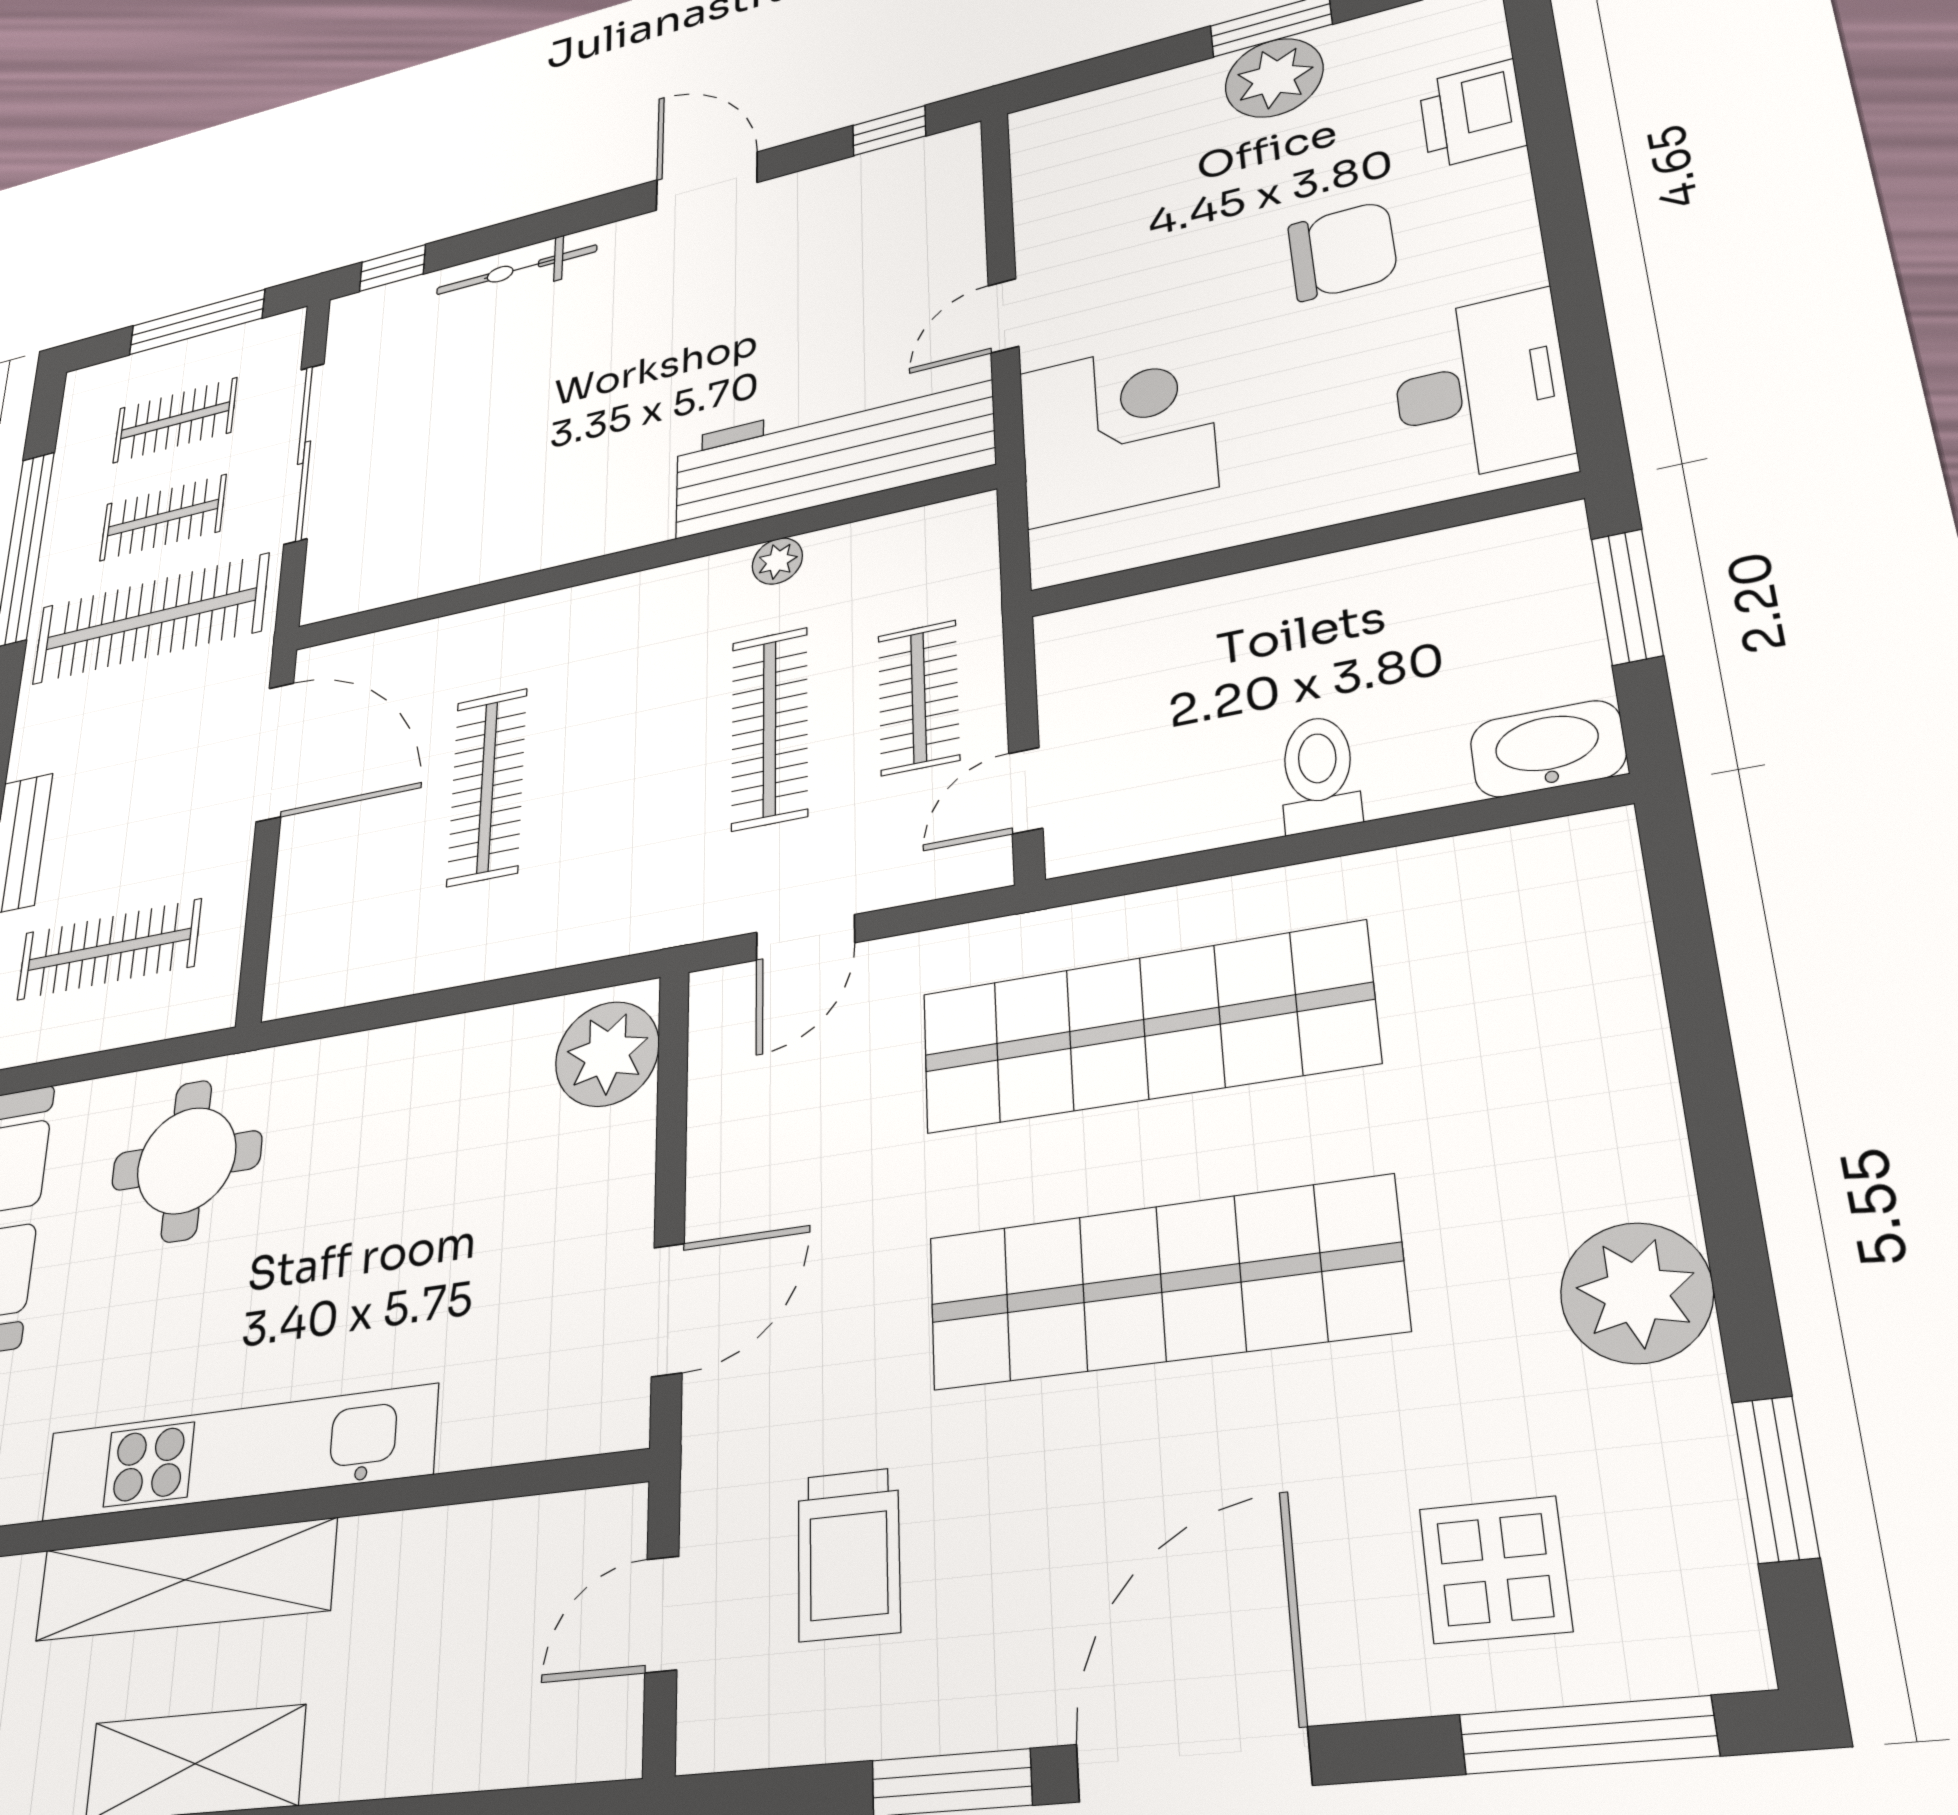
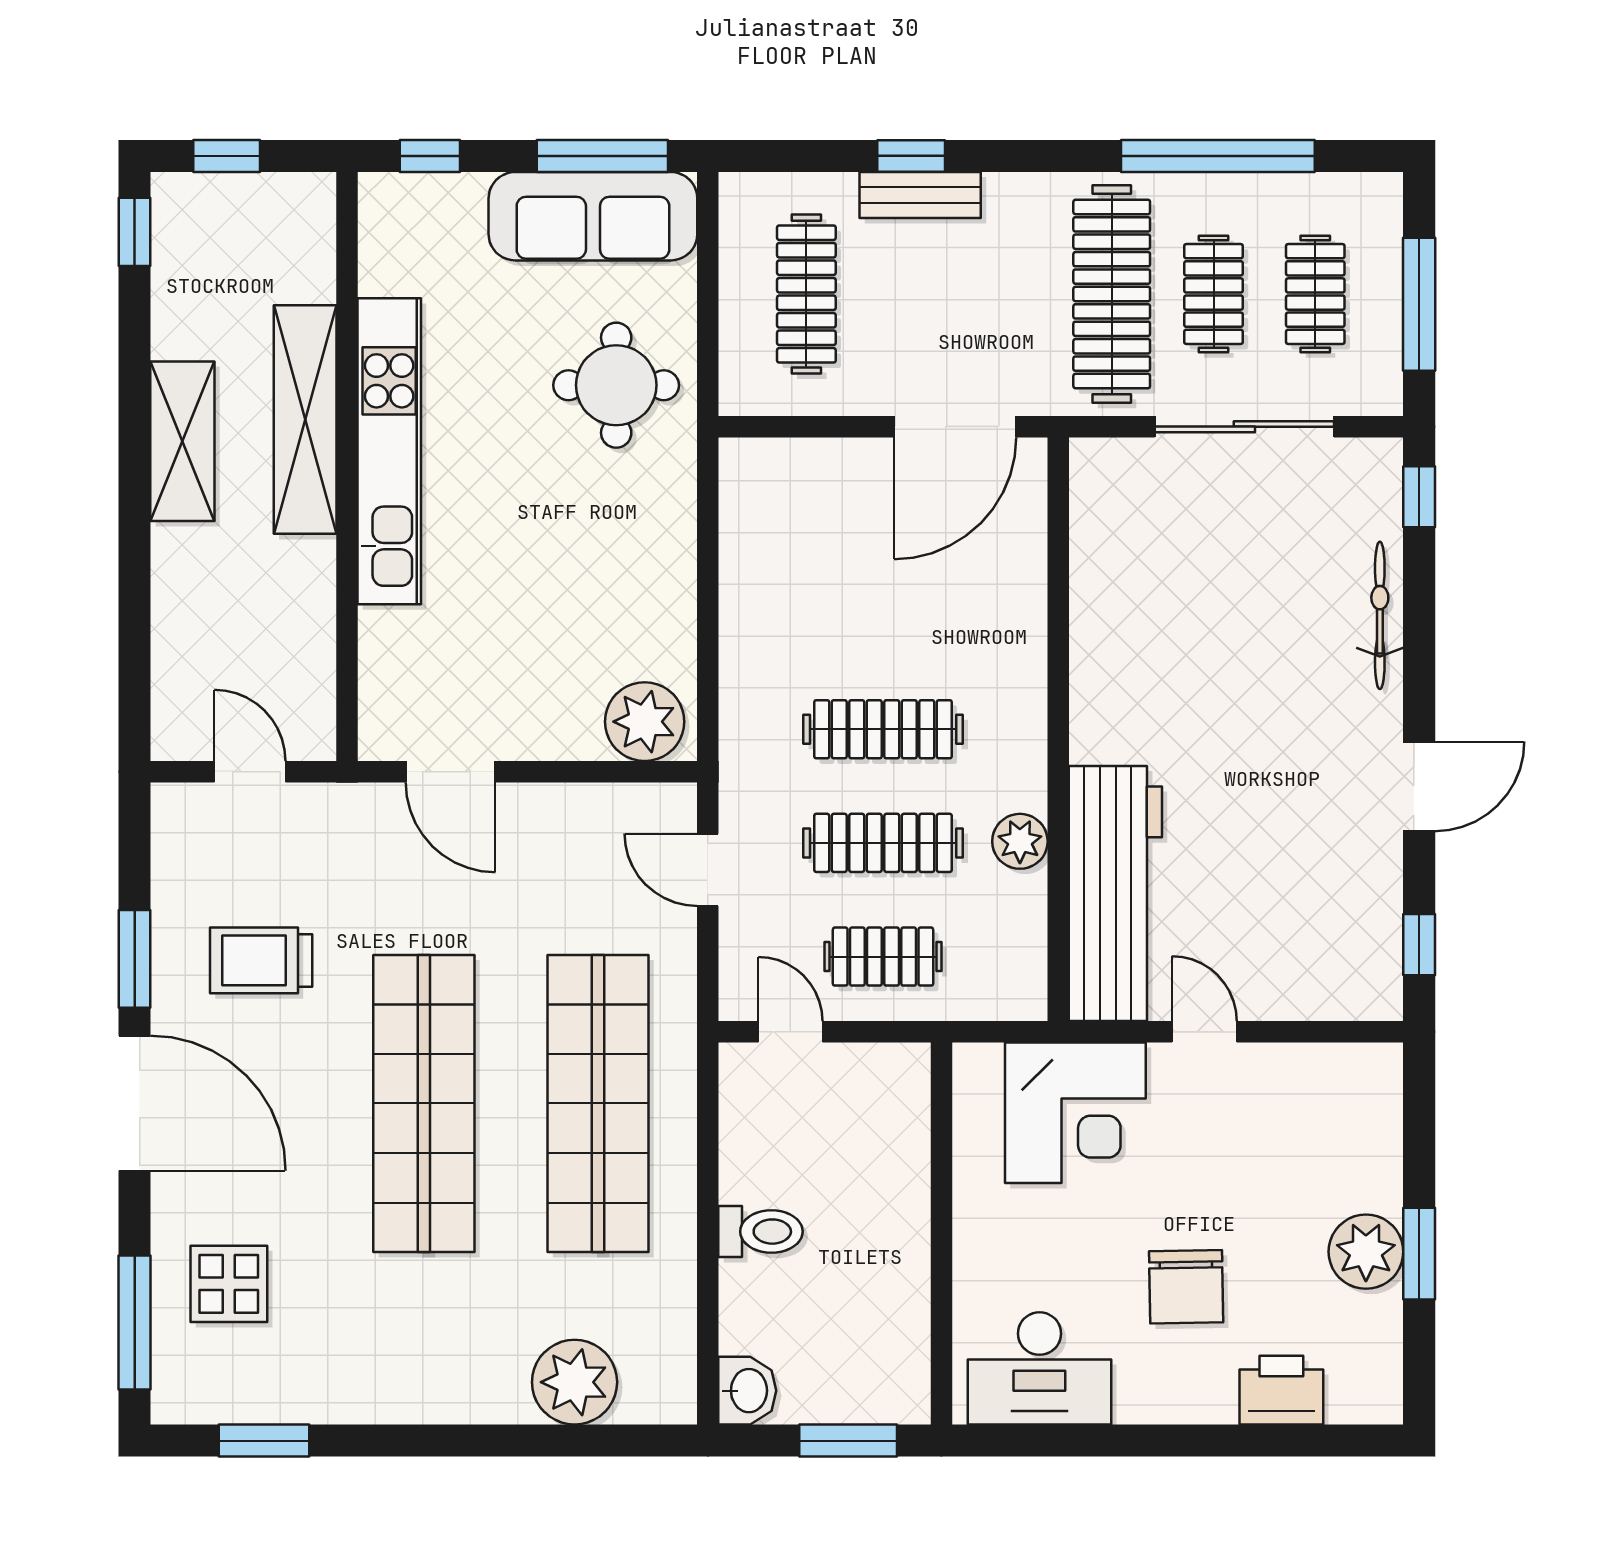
plant: (777, 561) -> (1020, 841), width x1.38, depth x1.38
washbasin: (1548, 749) -> (747, 1391), width x0.72
clothes rail: (487, 787) -> (883, 729), moved
plant: (1636, 1293) -> (575, 1382), moved
trolley: (849, 1554) -> (261, 960), moved

